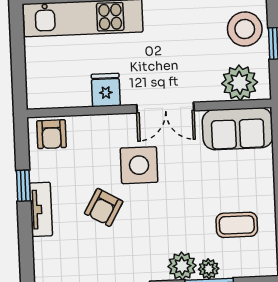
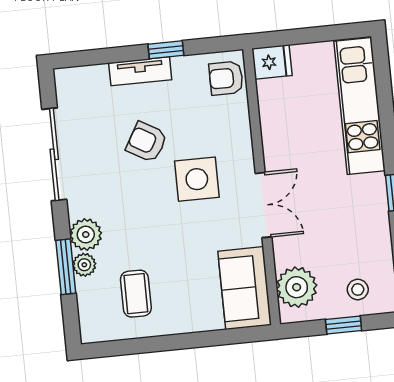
stool: (245, 29) -> (358, 289), width x0.53, depth x0.53
fridge: (106, 90) -> (272, 62), moved
double door: (165, 108) -> (263, 205), swing flipped

